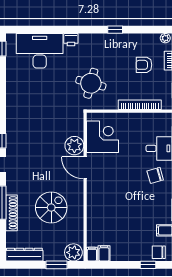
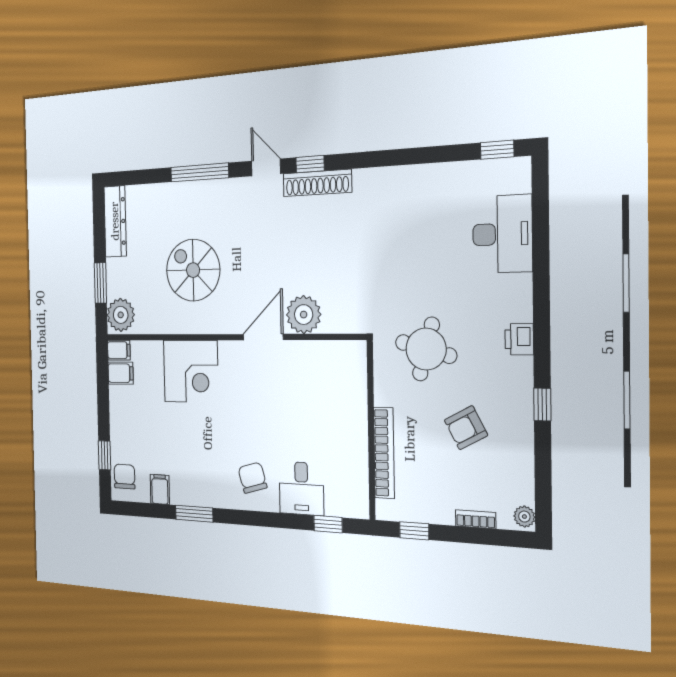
printer: (71, 40) -> (519, 339), moved
desk: (40, 51) -> (502, 234), width x0.73, depth x0.77
armchair: (144, 65) -> (466, 428), moved, turned -118
corner desk: (103, 137) -> (191, 371), moved
spiral stairs: (51, 207) -> (193, 270), turned 180
shoe rack: (12, 213) -> (317, 183), moved

